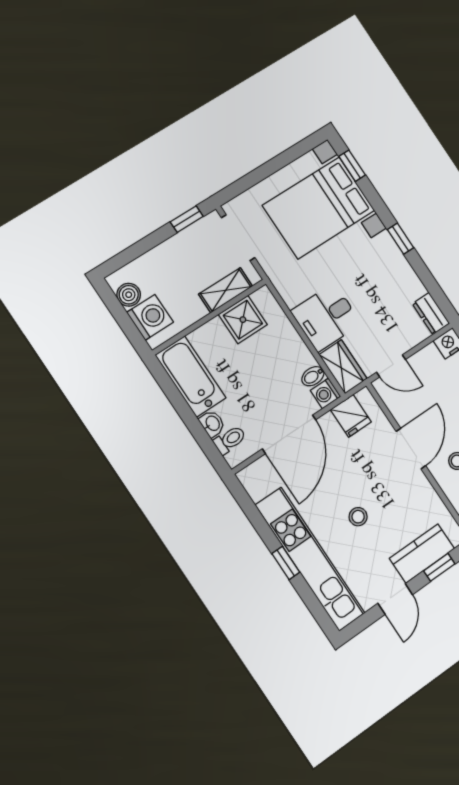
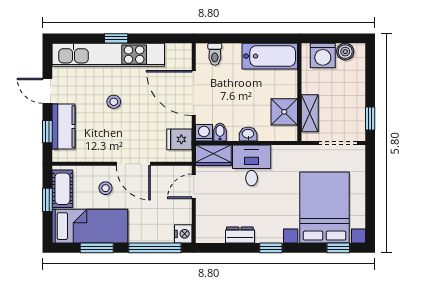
dresser: (431, 314) -> (240, 235), moved
washbasin: (212, 424) -> (248, 134), moved, turned 180

